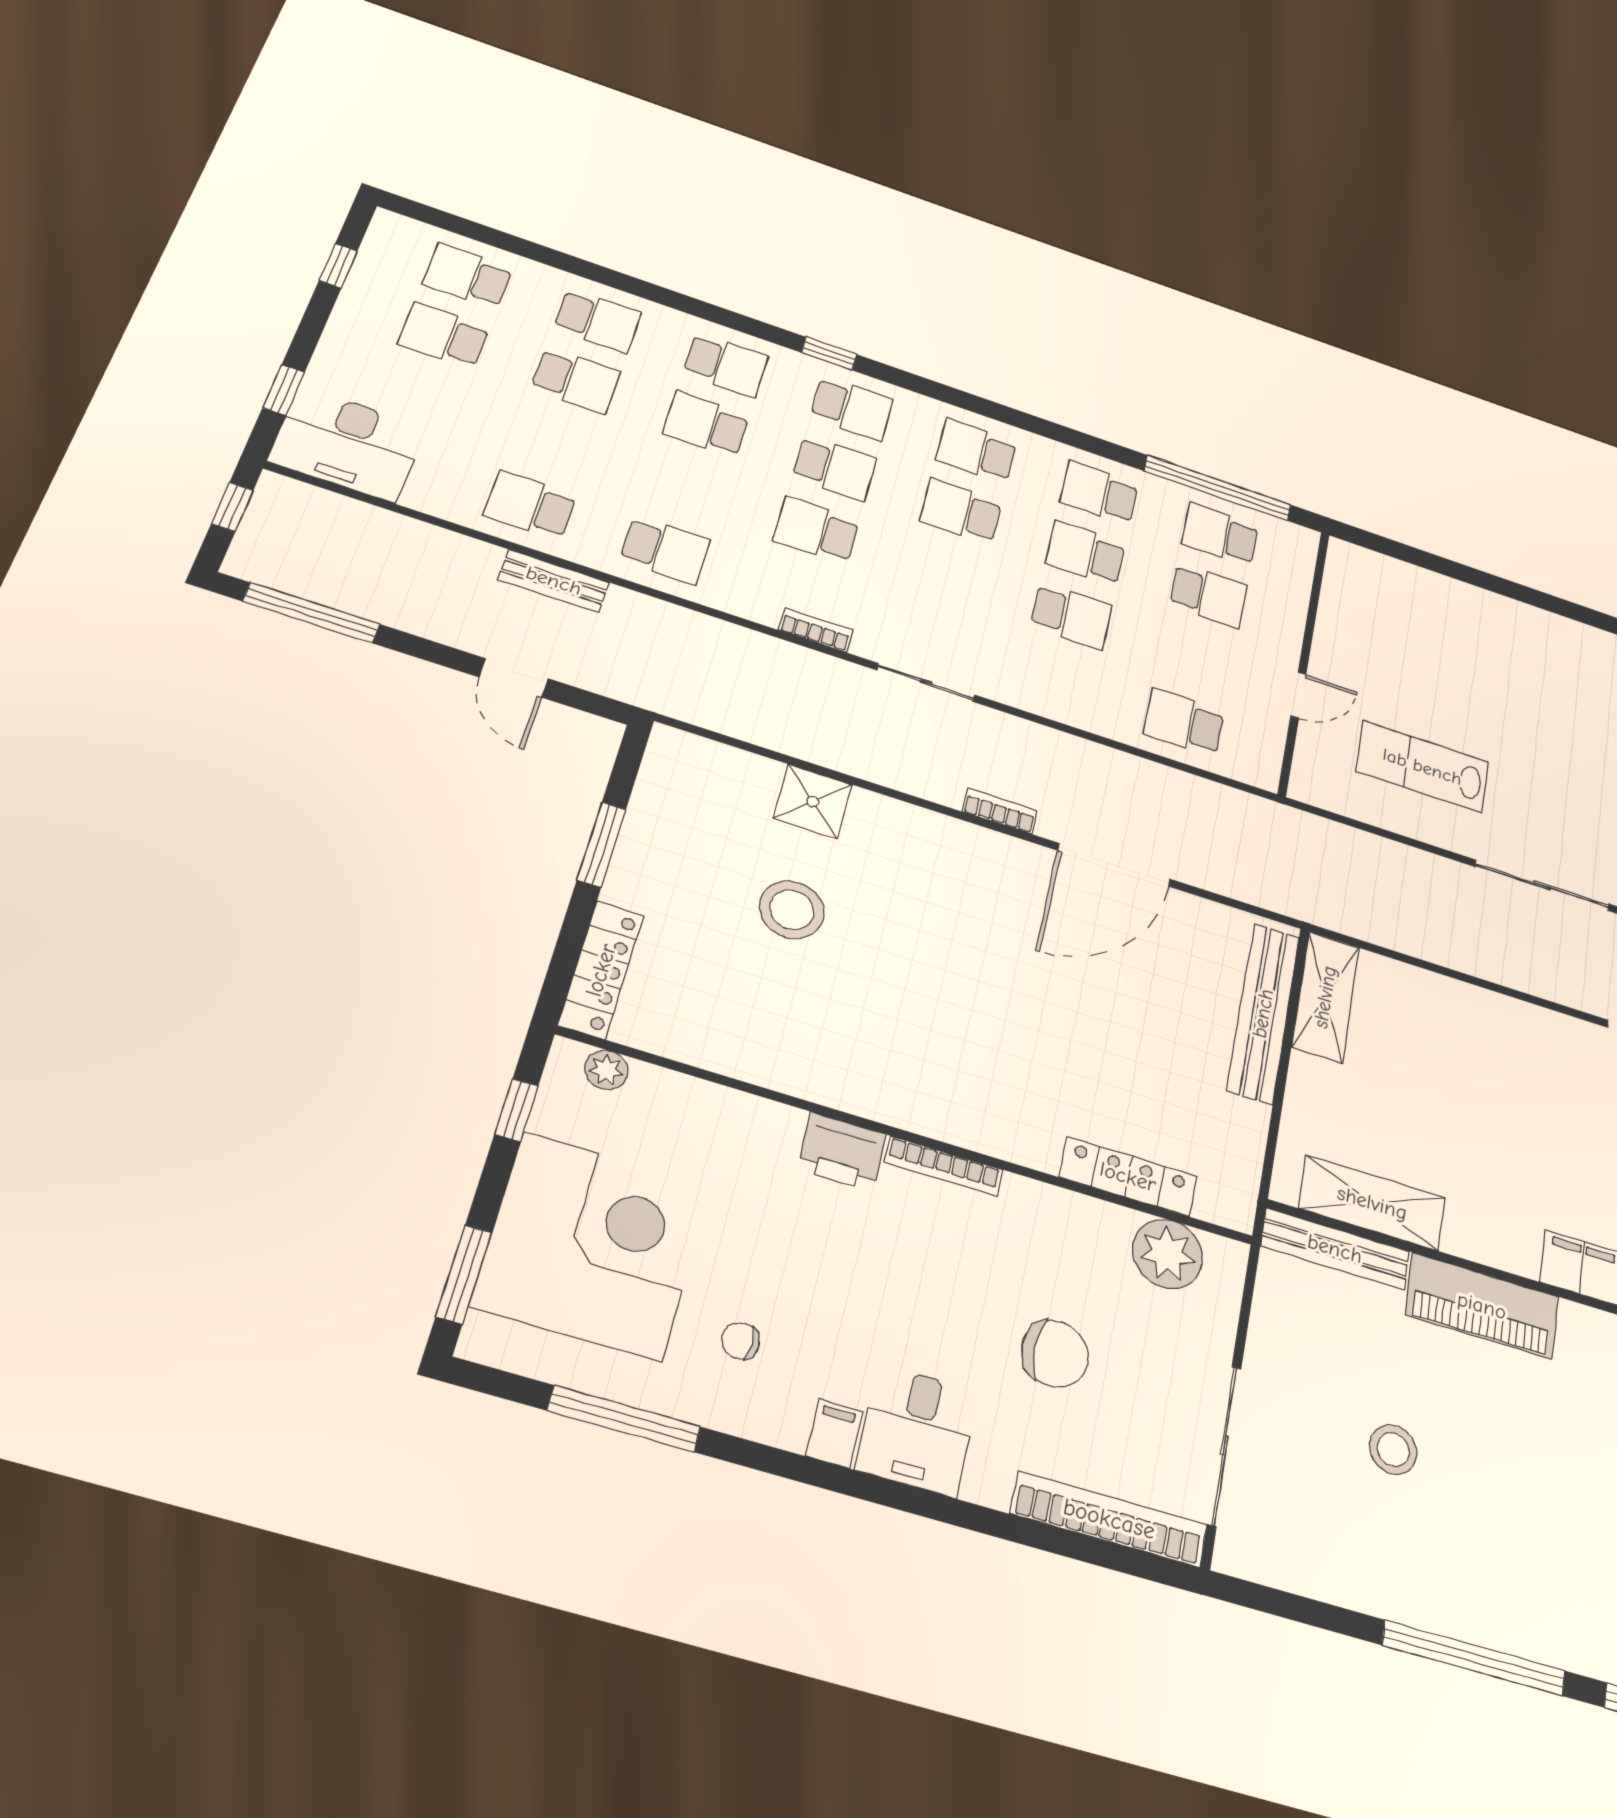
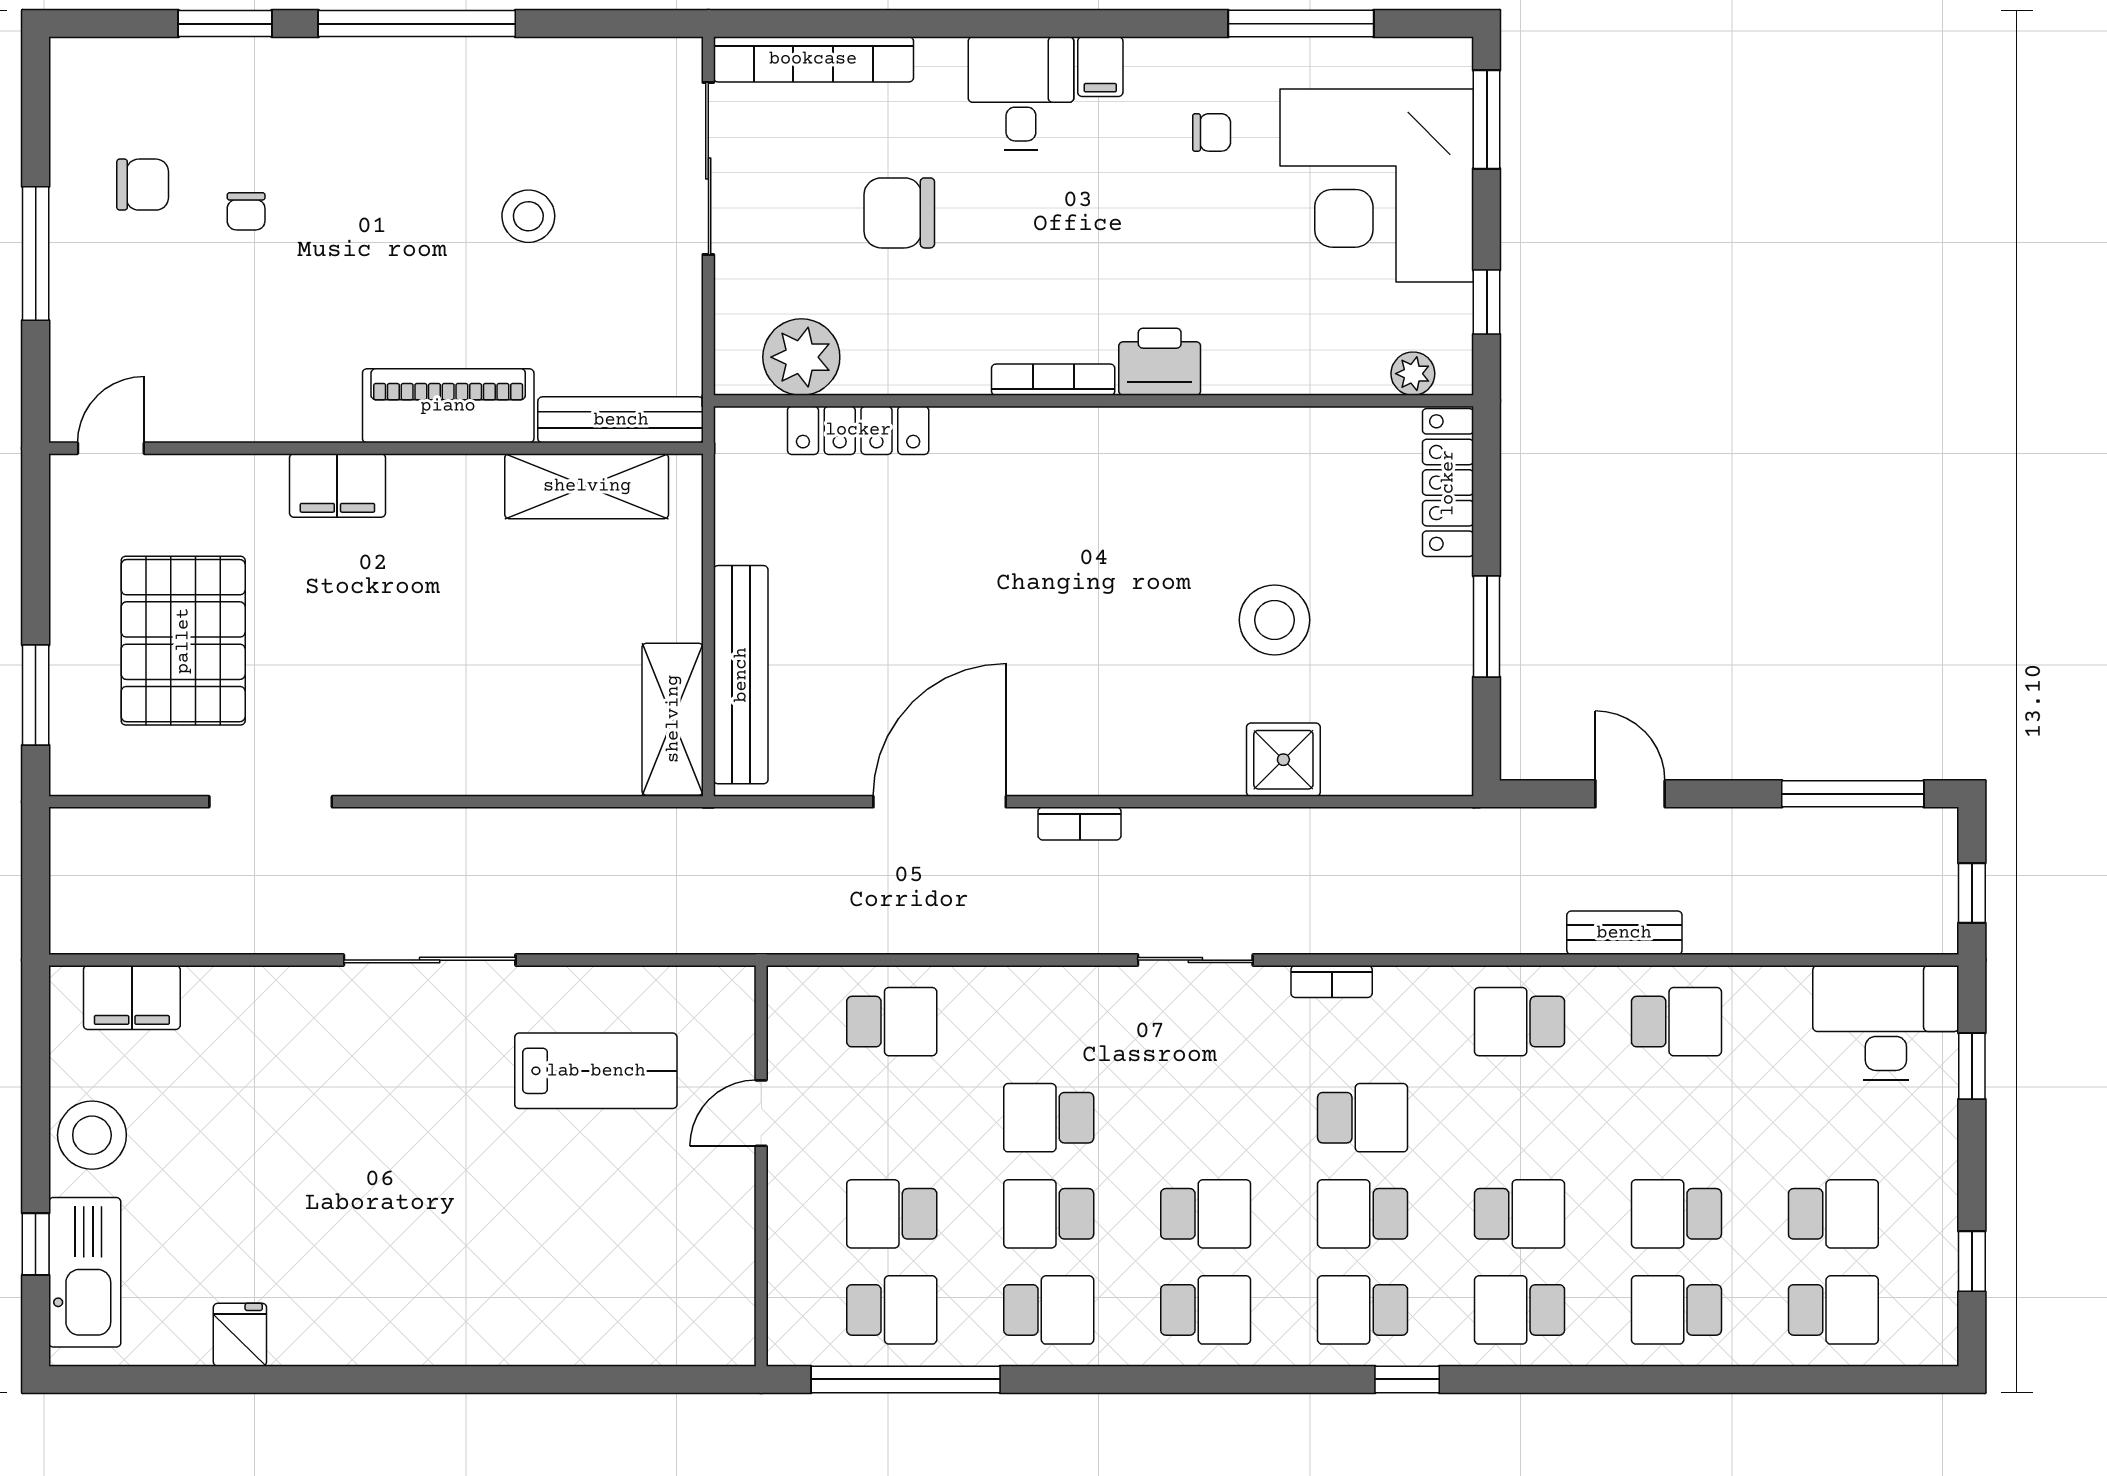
school desk: (1085, 554) -> (1049, 1214), turned 180

